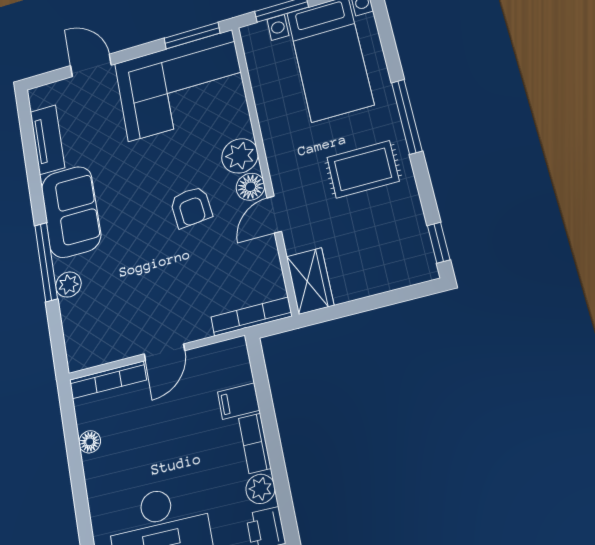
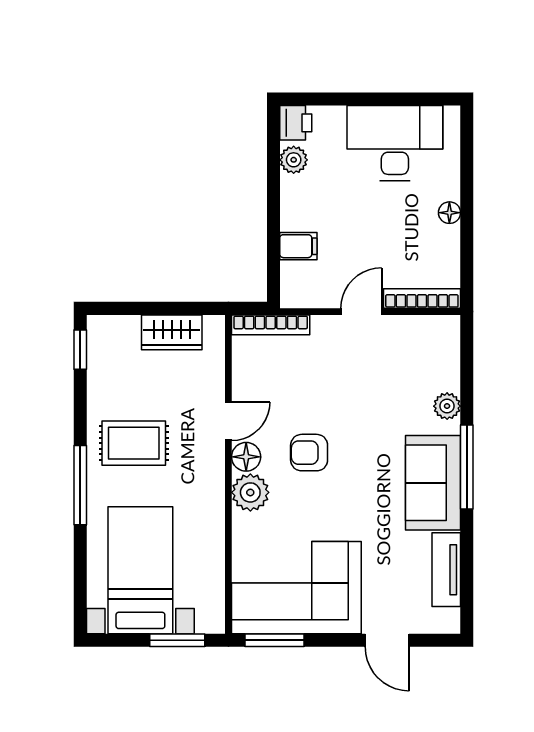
armchair: (191, 207) -> (309, 453), turned -84
window: (46, 262) -> (467, 467), moved
wardrobe: (310, 281) -> (172, 332), moved, turned -90
floor lamp: (90, 442) -> (449, 213), moved
bookcase: (255, 443) -> (291, 203), removed

